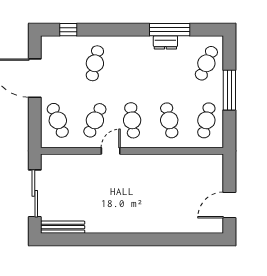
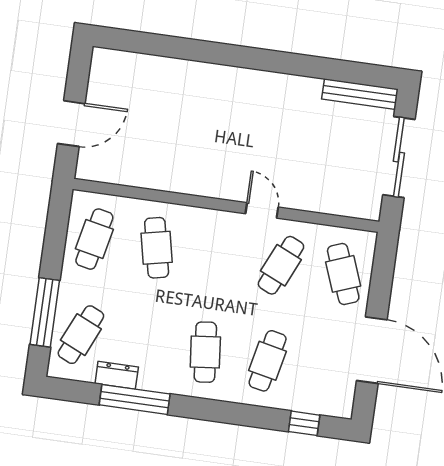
dresser: (165, 42) -> (117, 375), moved
window: (229, 90) -> (45, 312), moved
cafe table: (132, 120) -> (205, 352), moved
door: (111, 151) -> (262, 210), swing flipped
door: (229, 205) -> (71, 124), moved

